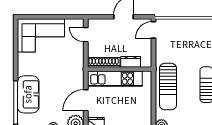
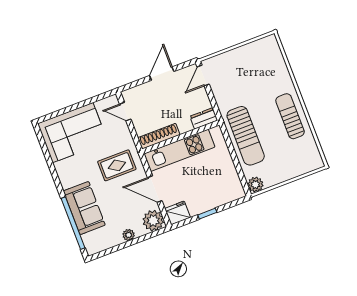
dresser: (131, 62) -> (204, 118), moved
rug: (64, 72) -> (117, 165), added
door: (86, 100) -> (155, 189), hinge flipped

